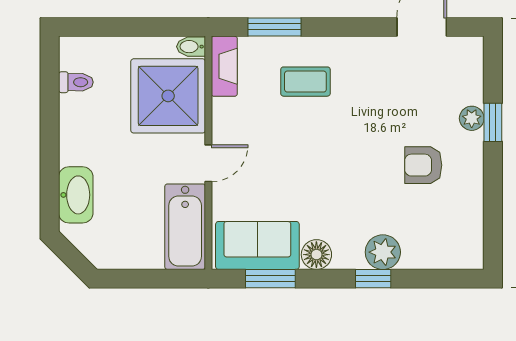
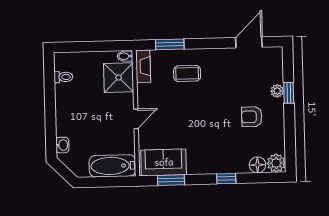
shower: (168, 96) -> (119, 78), width x0.73, depth x0.73
washbasin: (76, 195) -> (62, 145), width x0.52, depth x0.69
bathtub: (185, 227) -> (112, 166), moved, turned 90
plant: (383, 252) -> (276, 163), moved
floor lamp: (316, 255) -> (257, 165), moved

